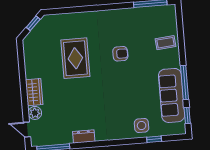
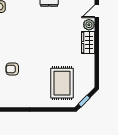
rug: (75, 58) -> (62, 83), moved
door: (27, 130) -> (97, 11), swing flipped

